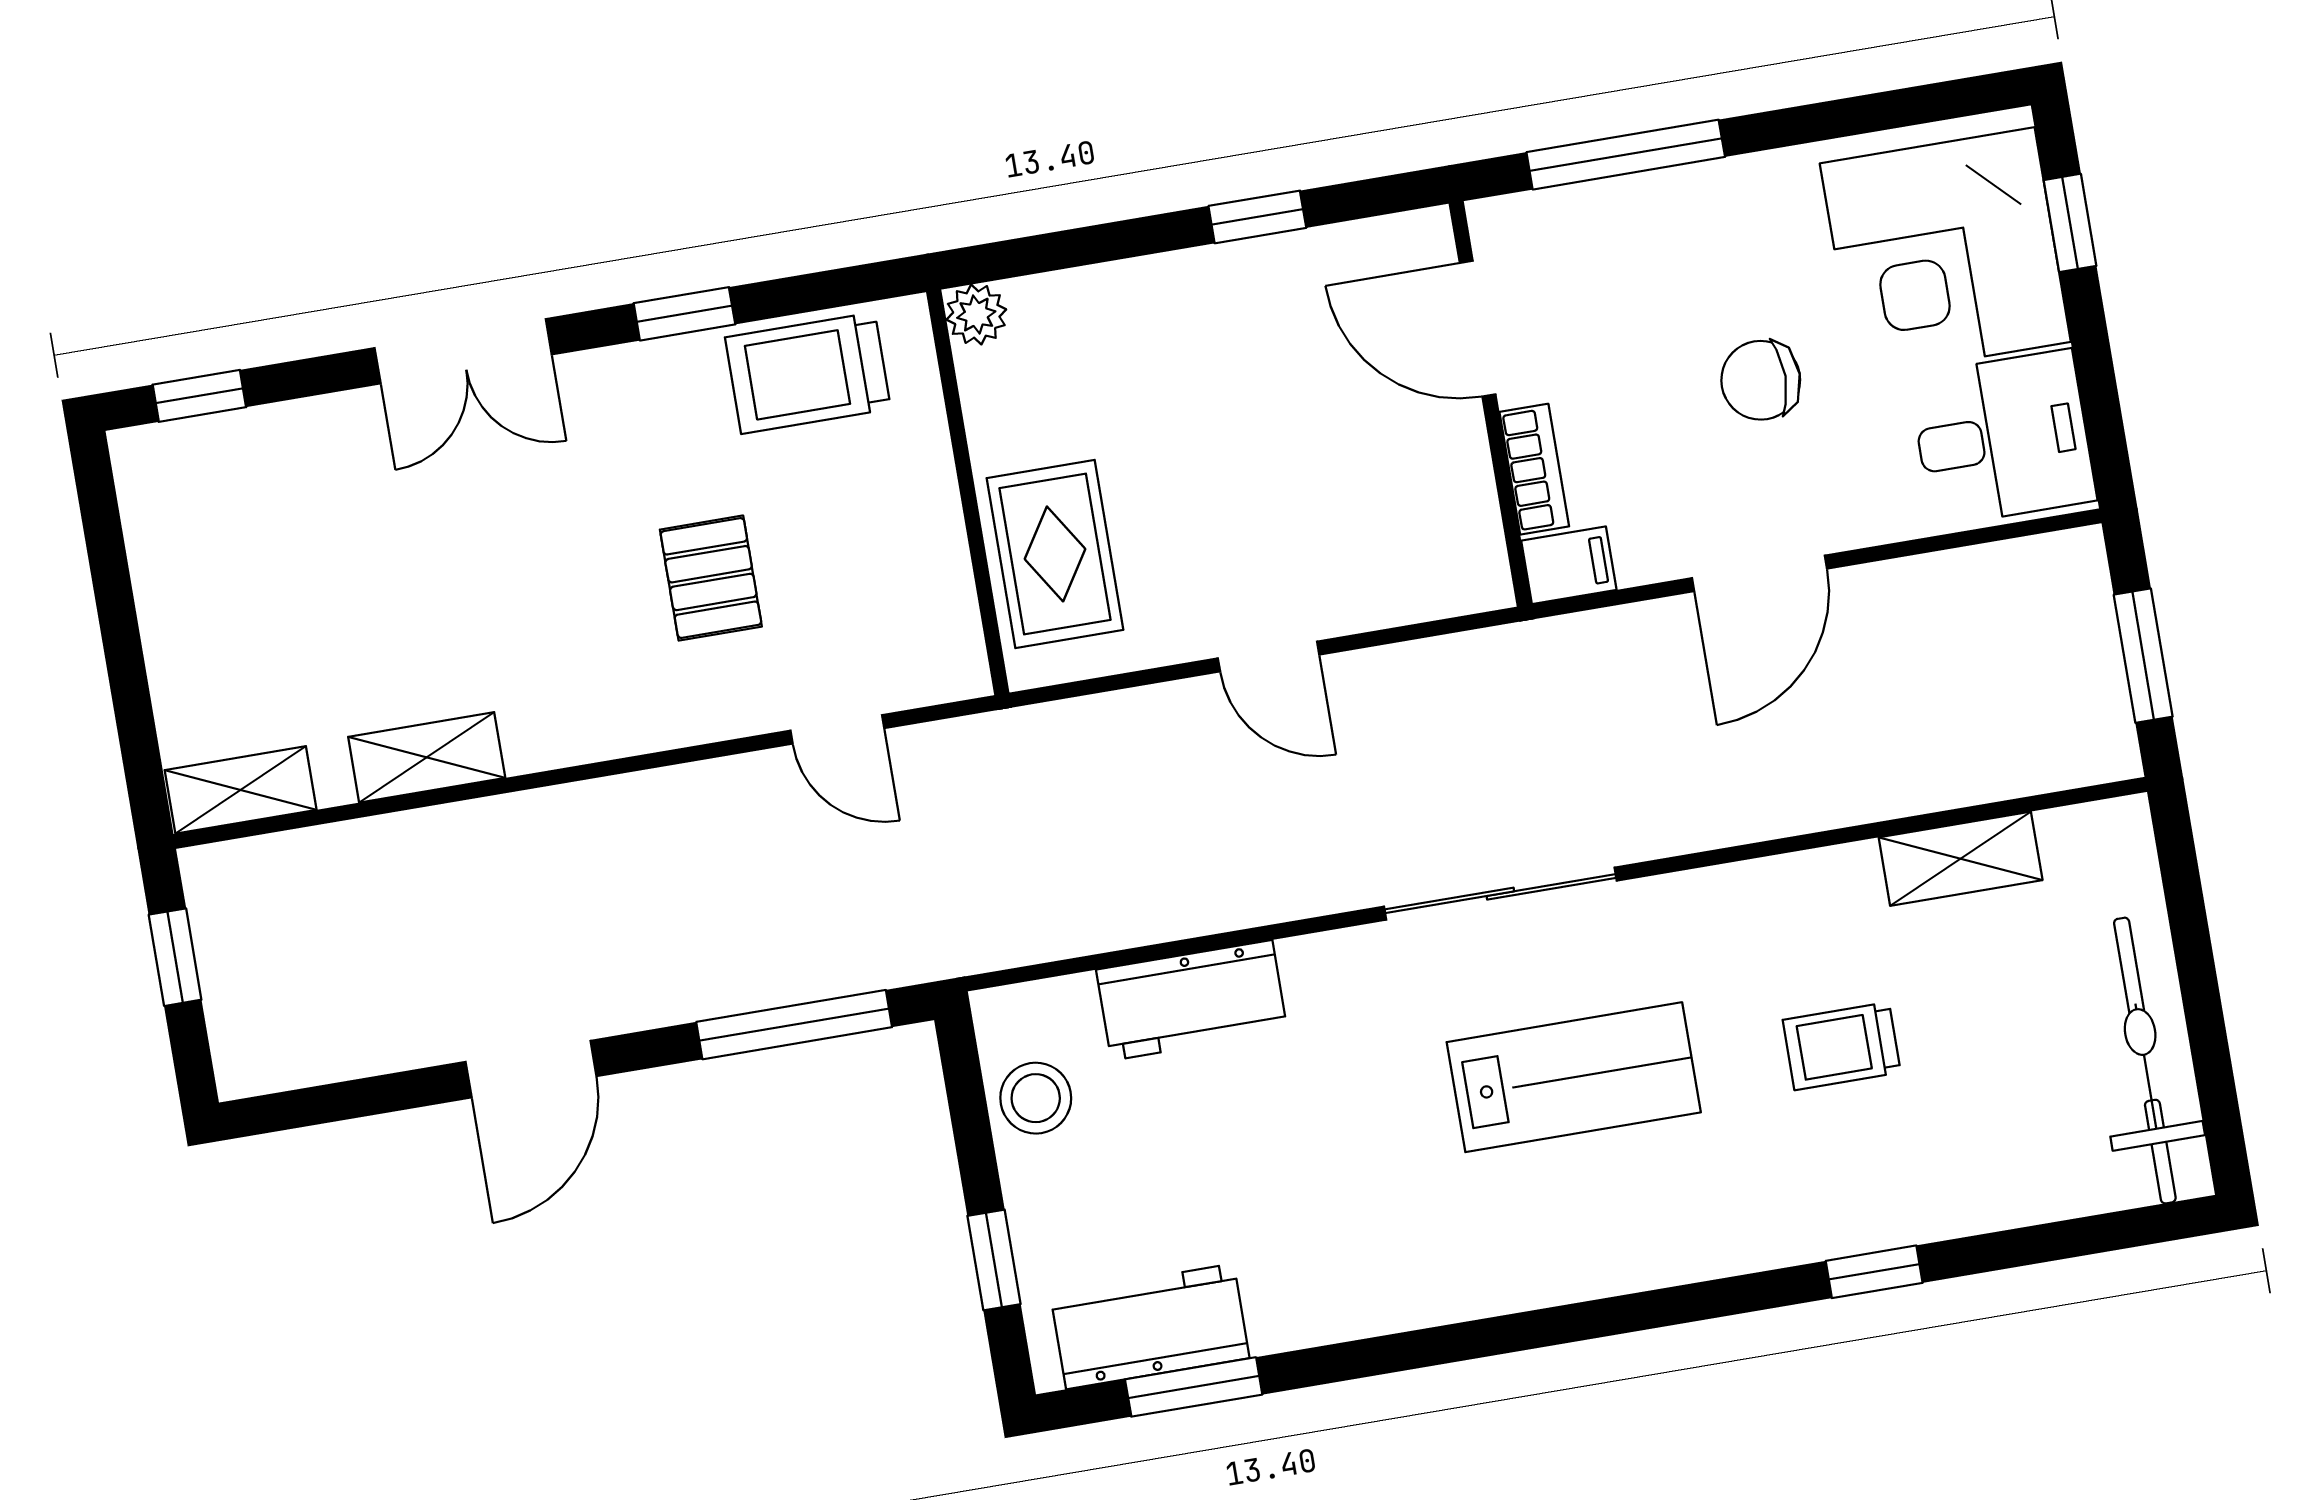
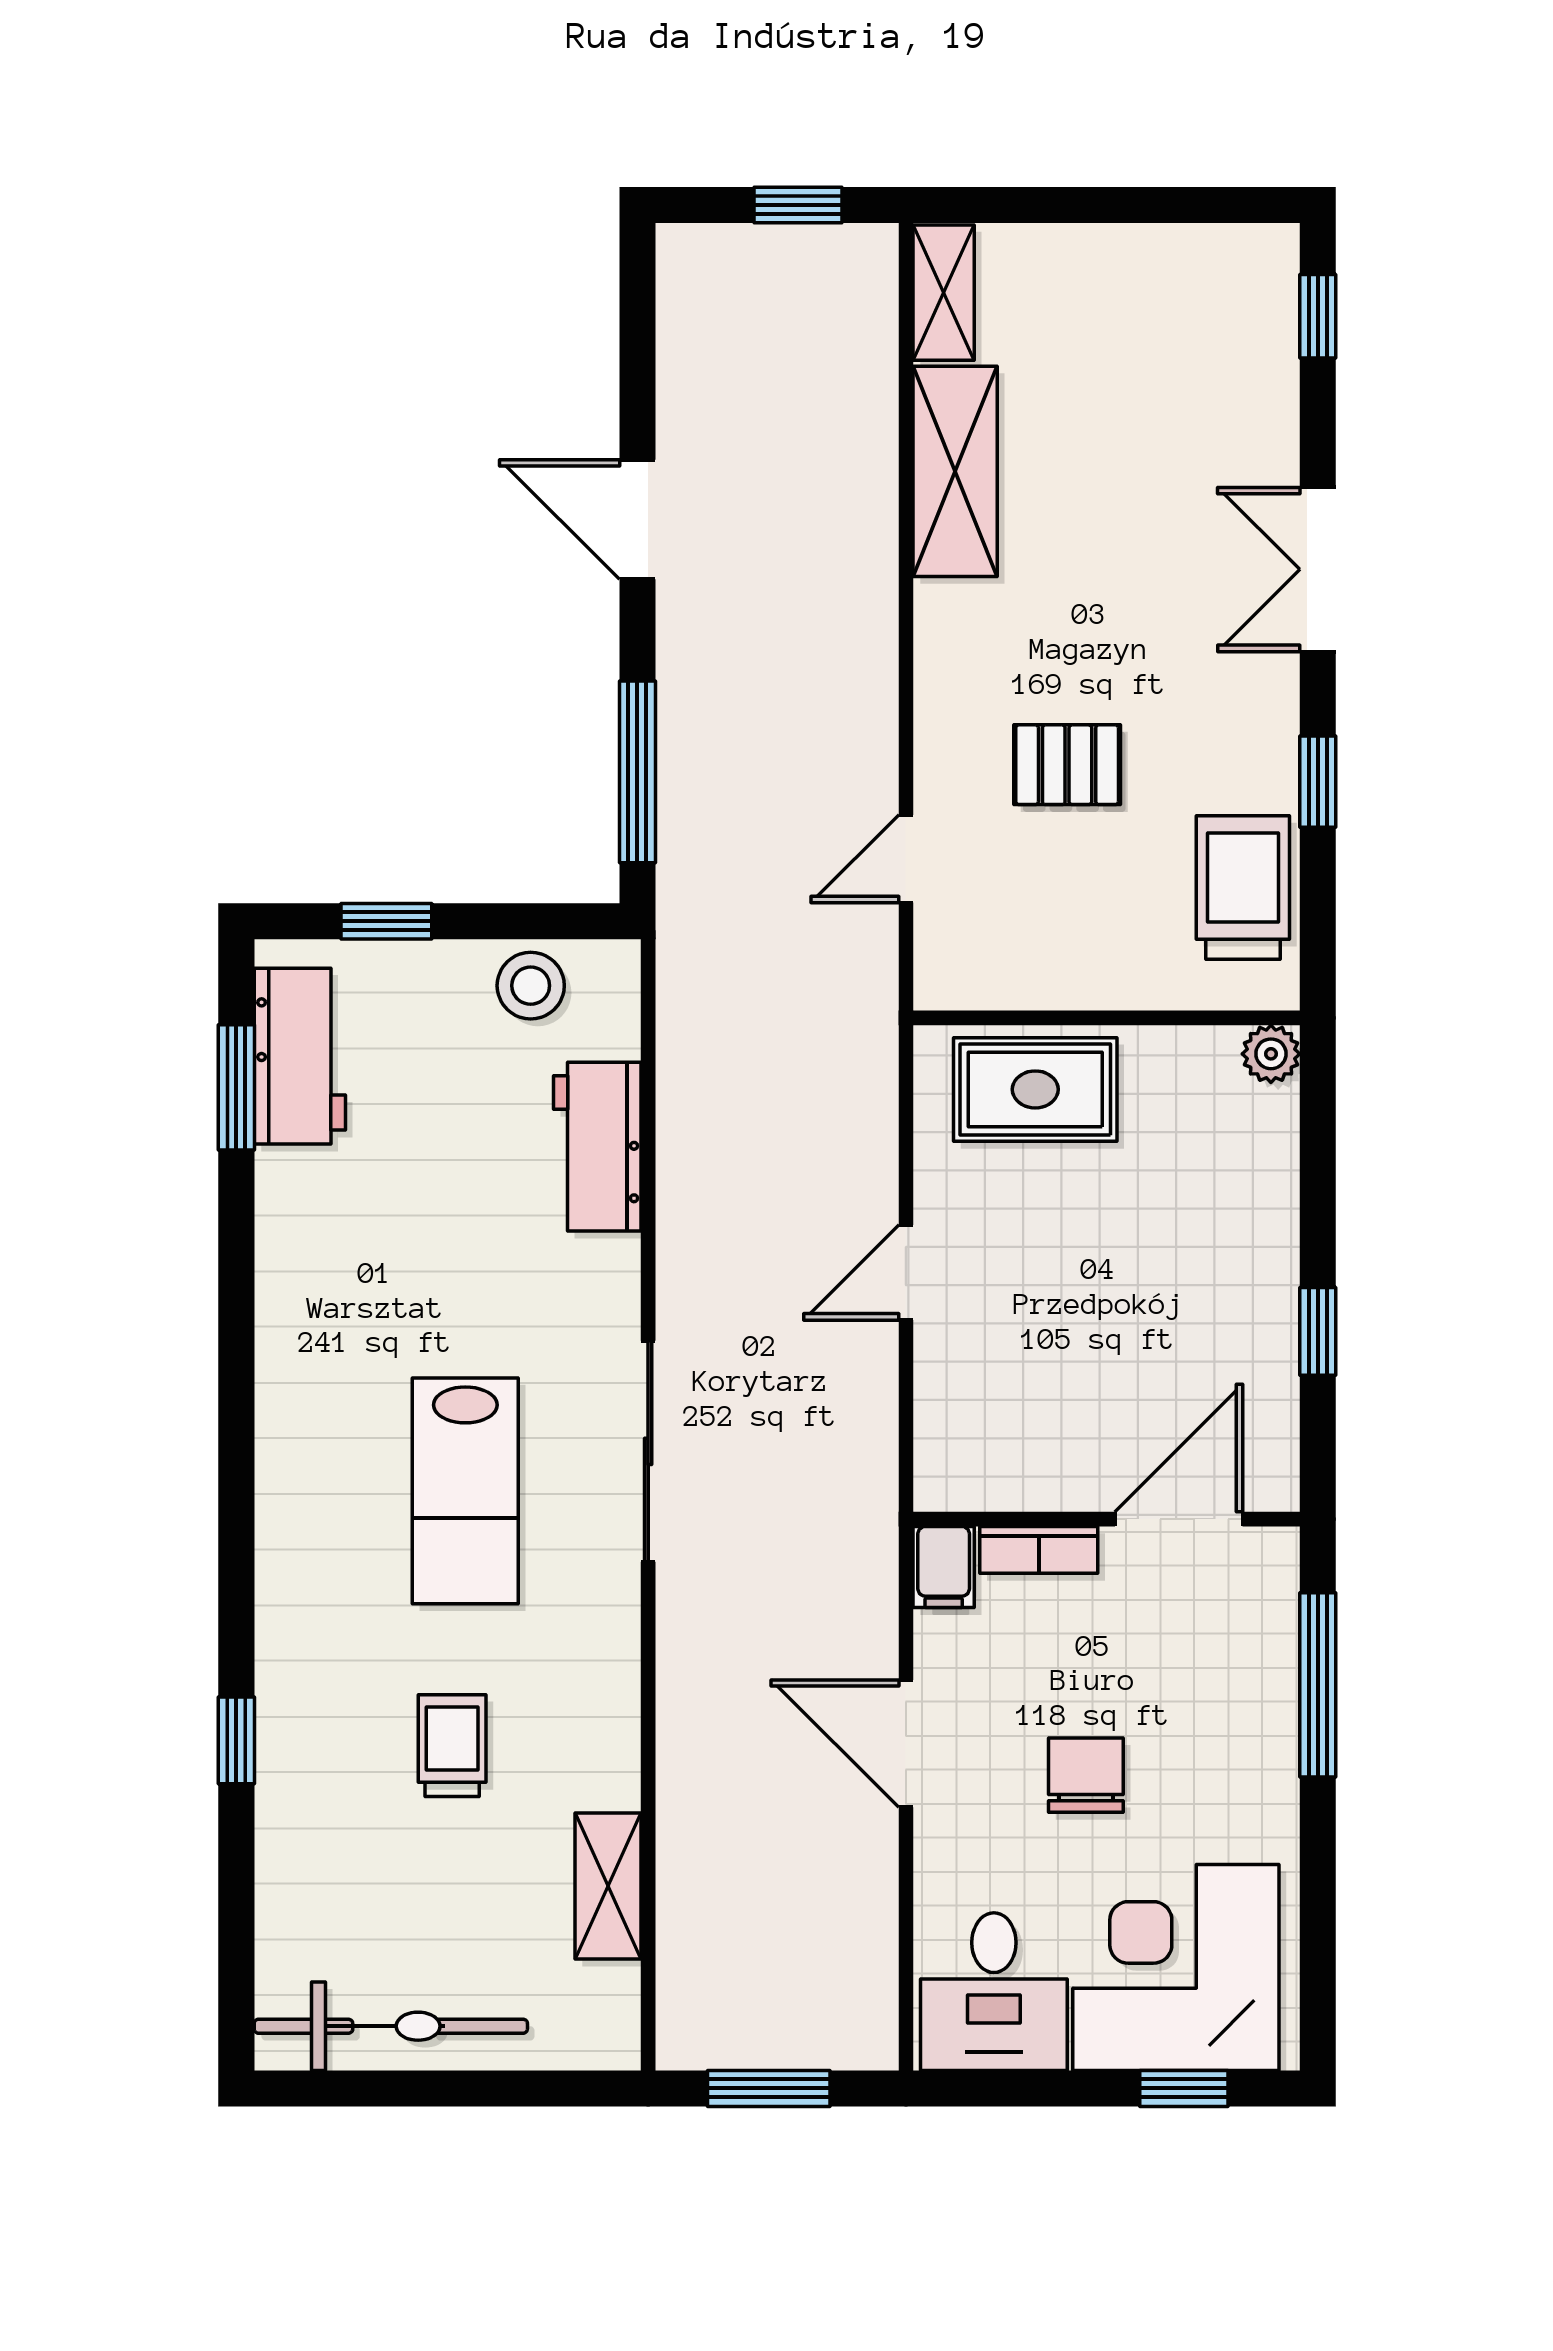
shelving: (427, 757) -> (955, 471), width x1.50, depth x1.33

